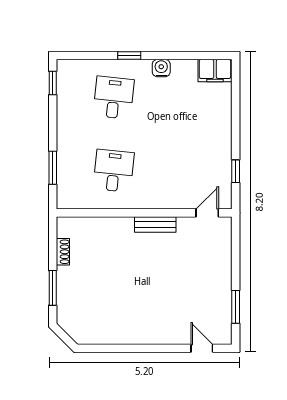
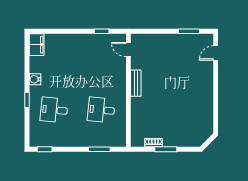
window: (53, 288) -> (166, 149), moved

